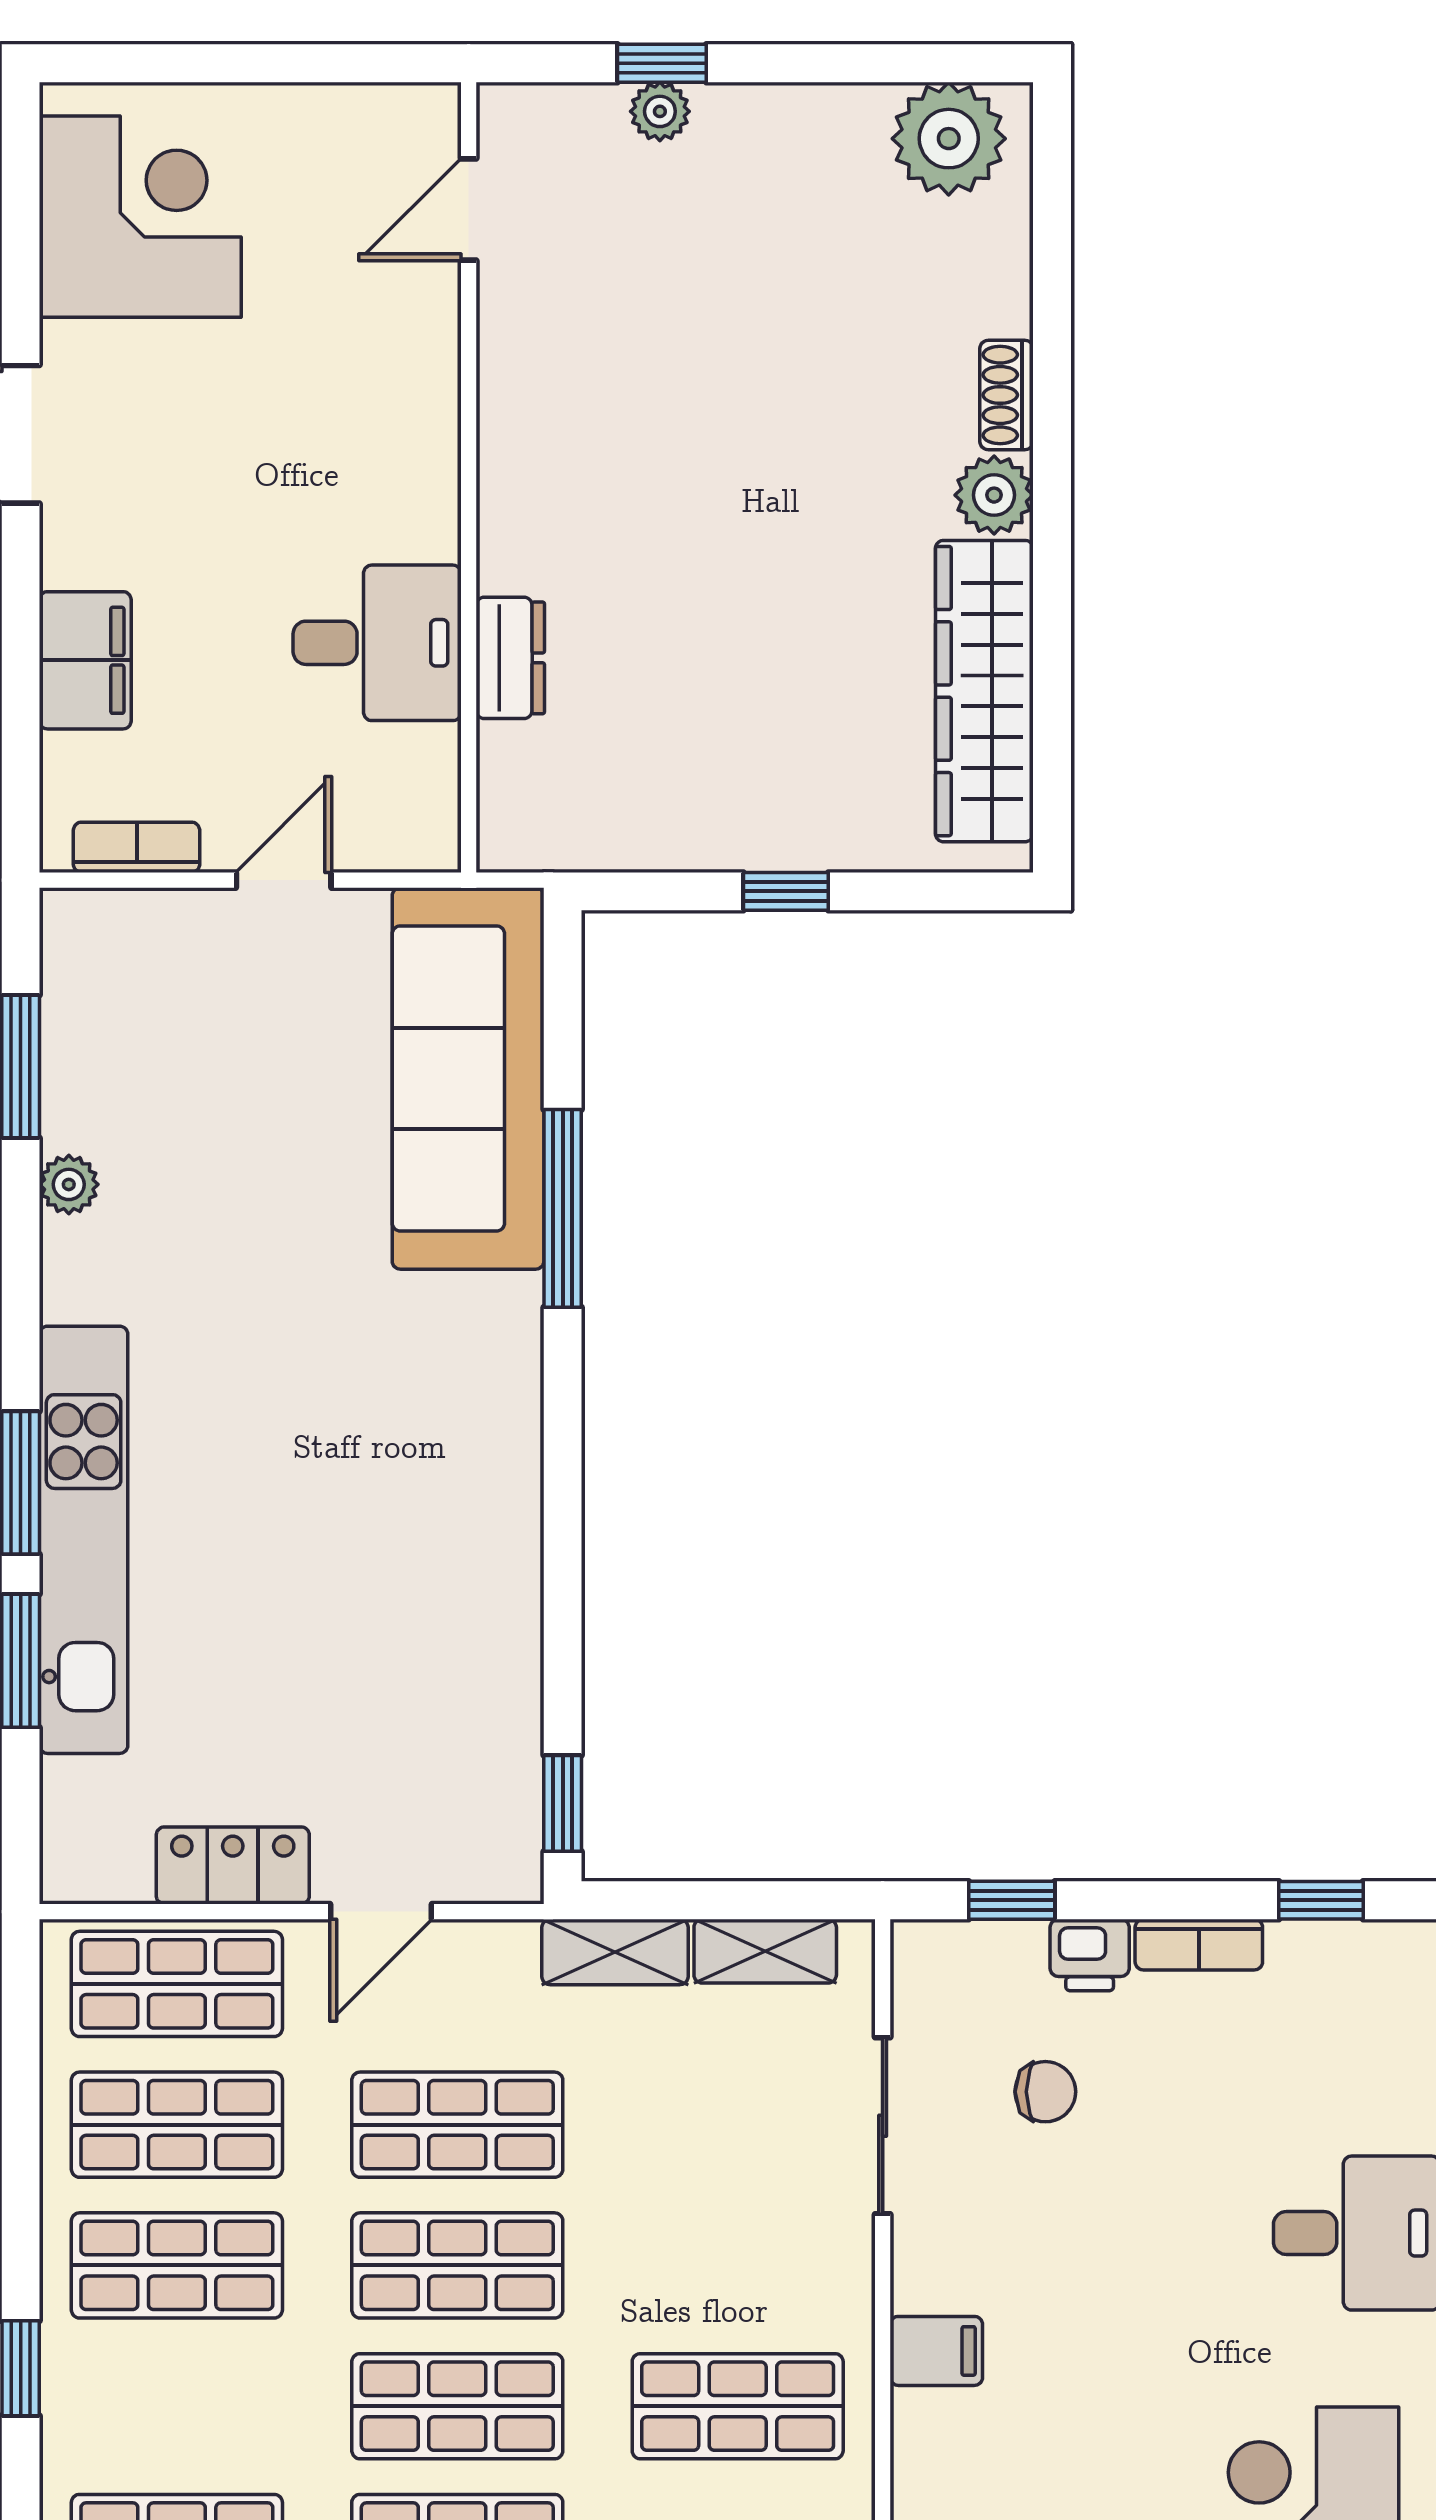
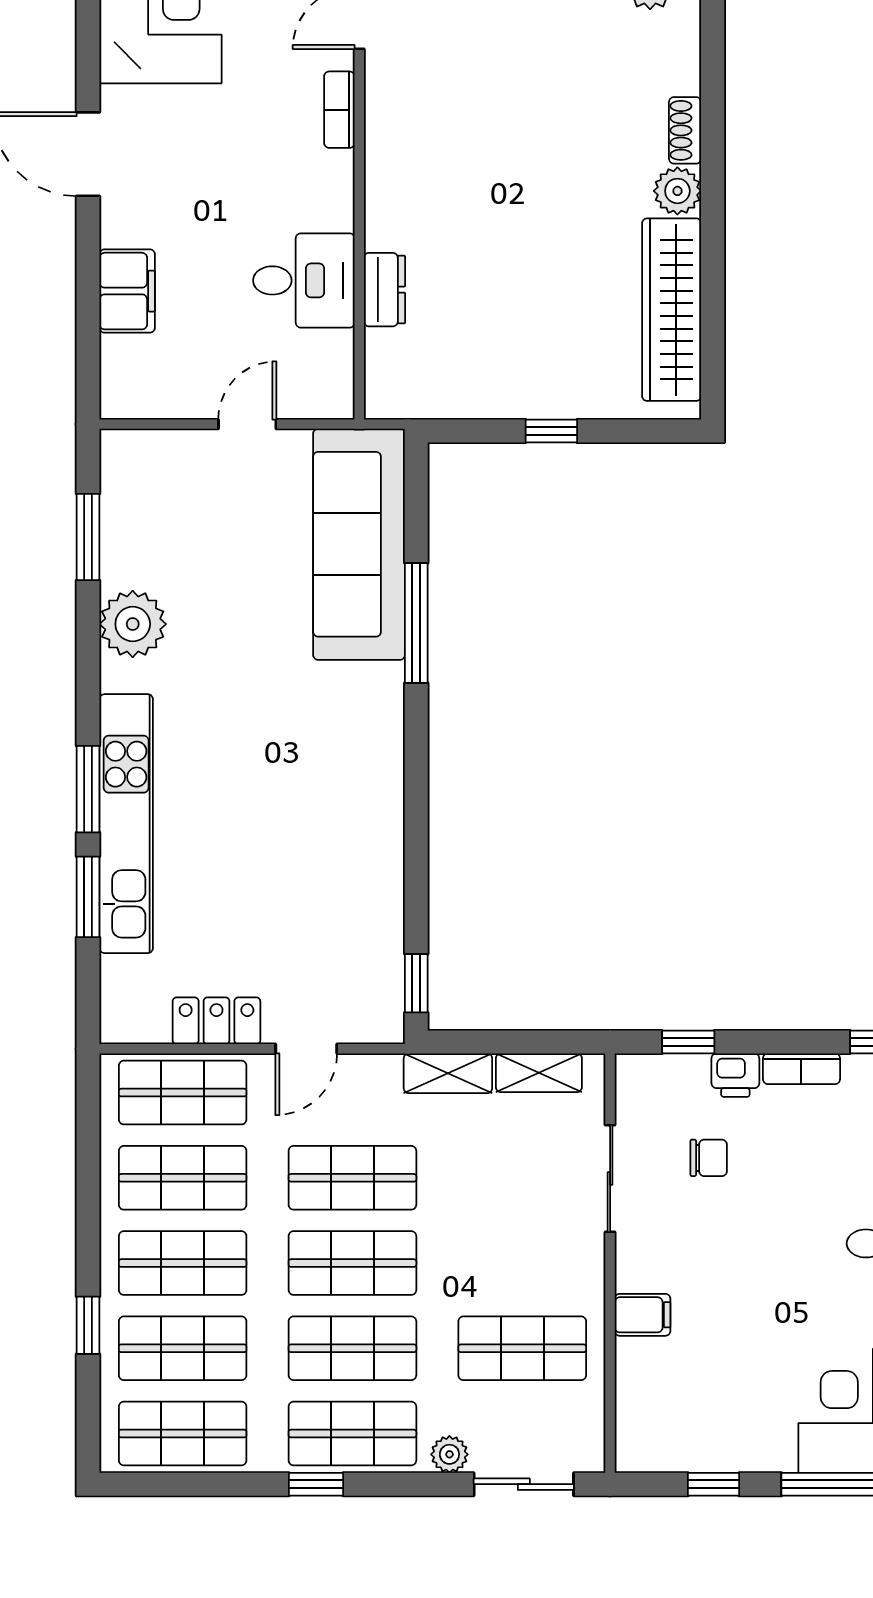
bookcase: (137, 847) -> (339, 110), moved, turned -90
plant: (69, 1184) -> (133, 624), width x1.88, depth x1.88
shop shelf: (177, 2406) -> (183, 1348), added

